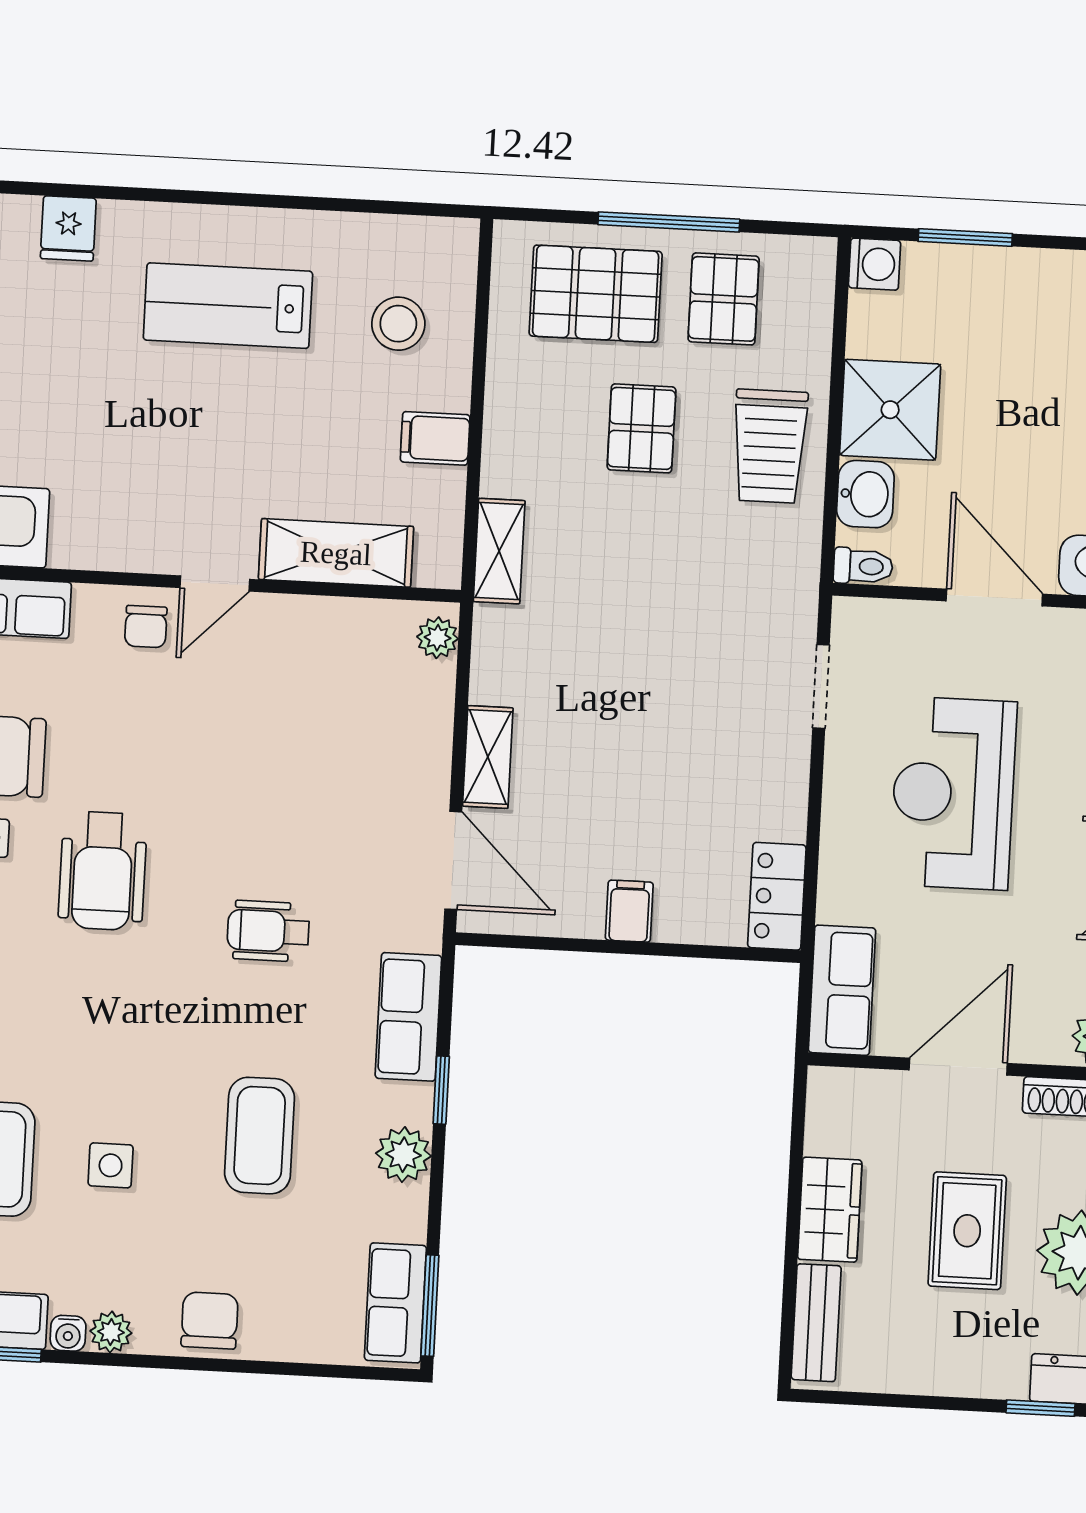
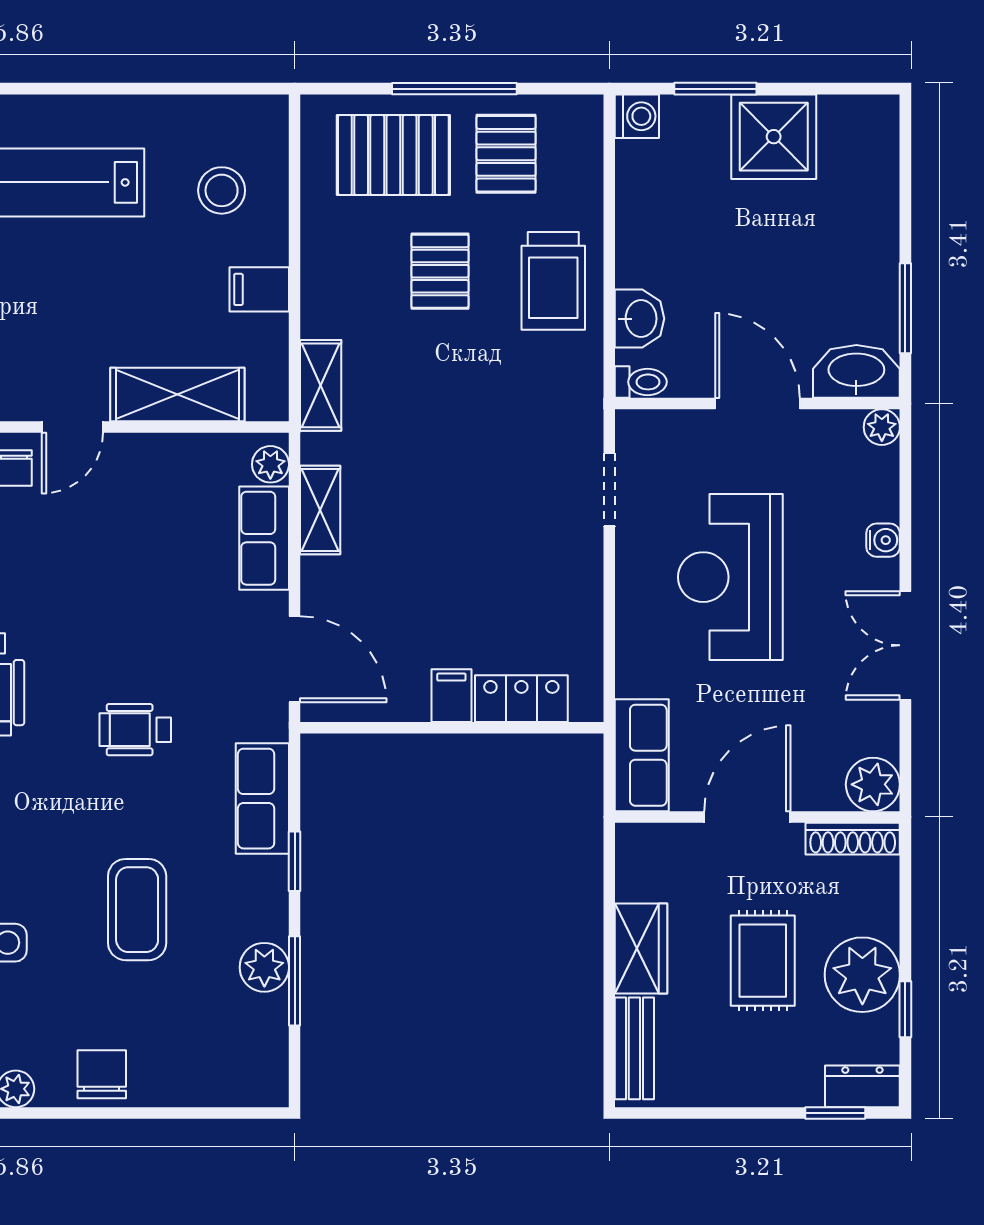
shower: (890, 410) -> (774, 137), moved
shelving: (488, 757) -> (320, 510), moved
locker: (777, 896) -> (521, 699), moved, turned 90
plant: (403, 1155) -> (264, 967), moved
row of seats: (395, 1303) -> (264, 538), moved
window: (430, 1306) -> (295, 981), moved

